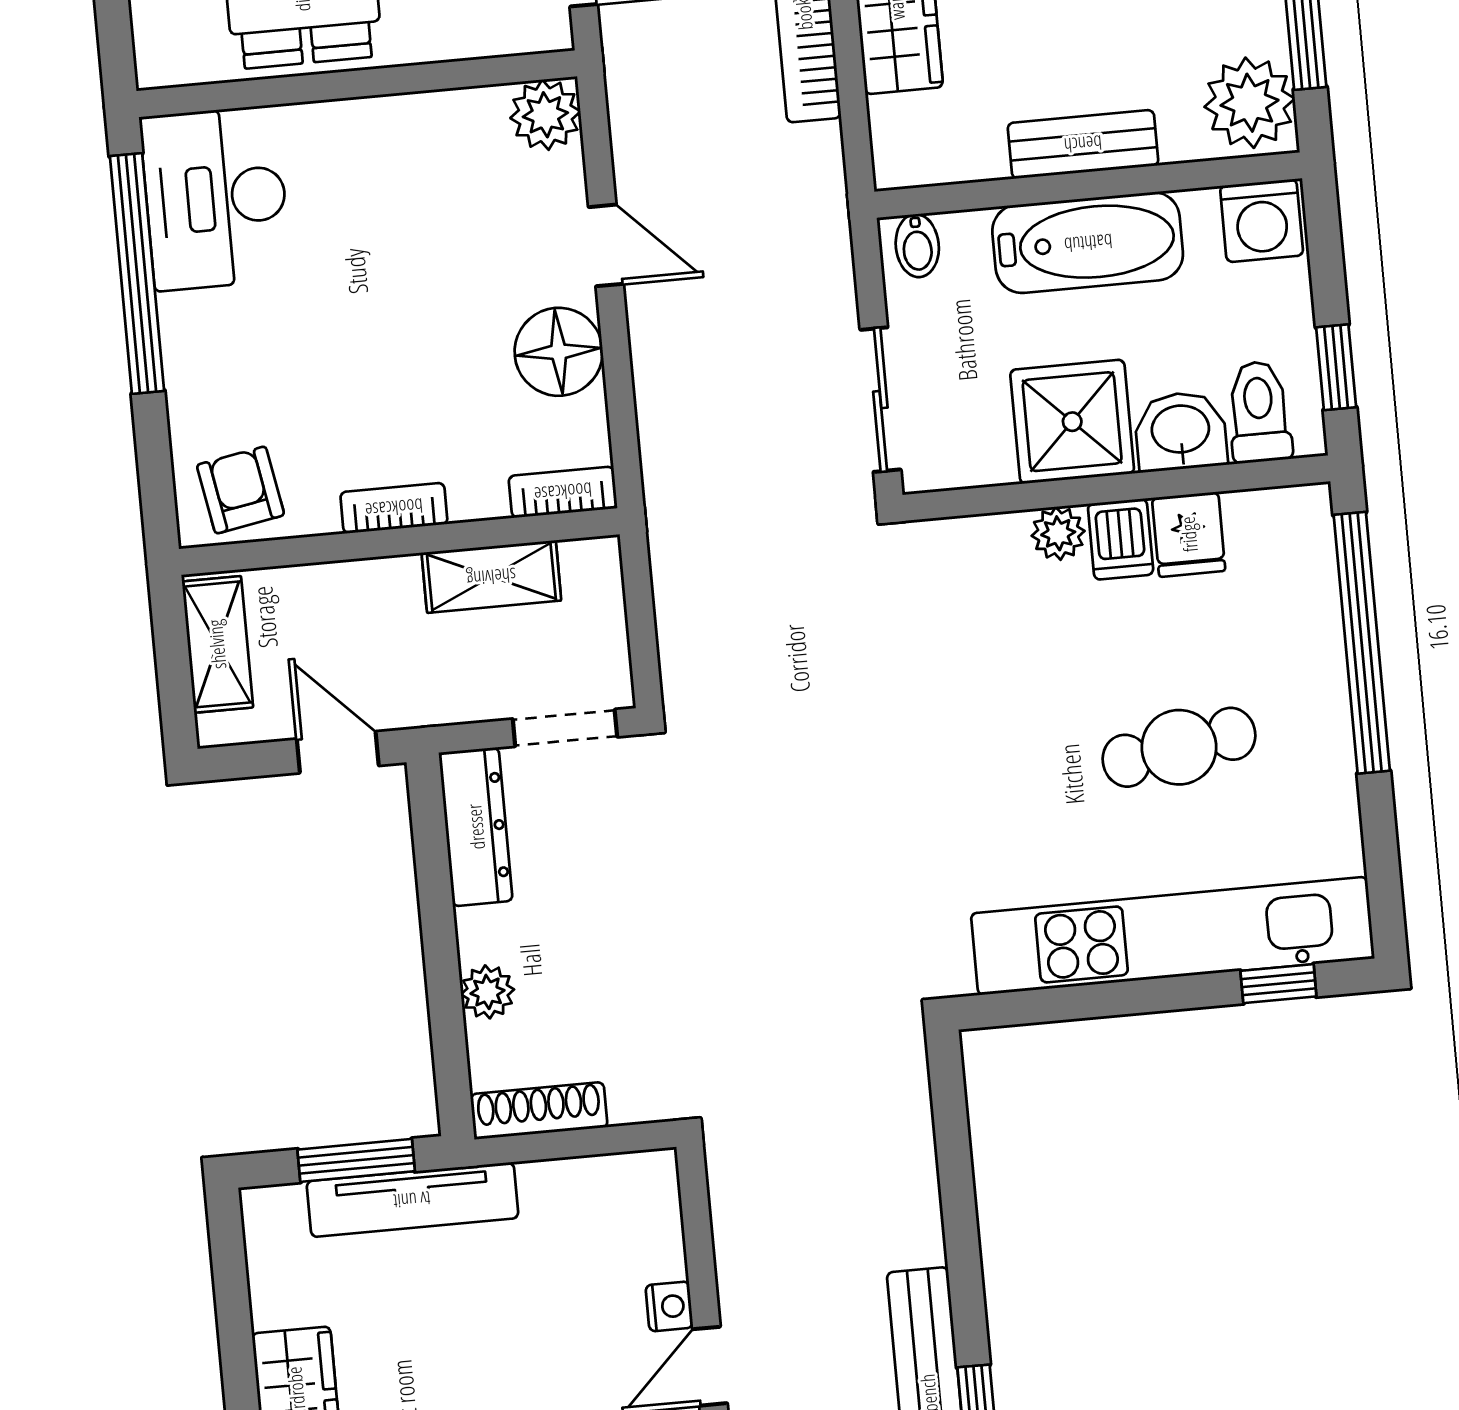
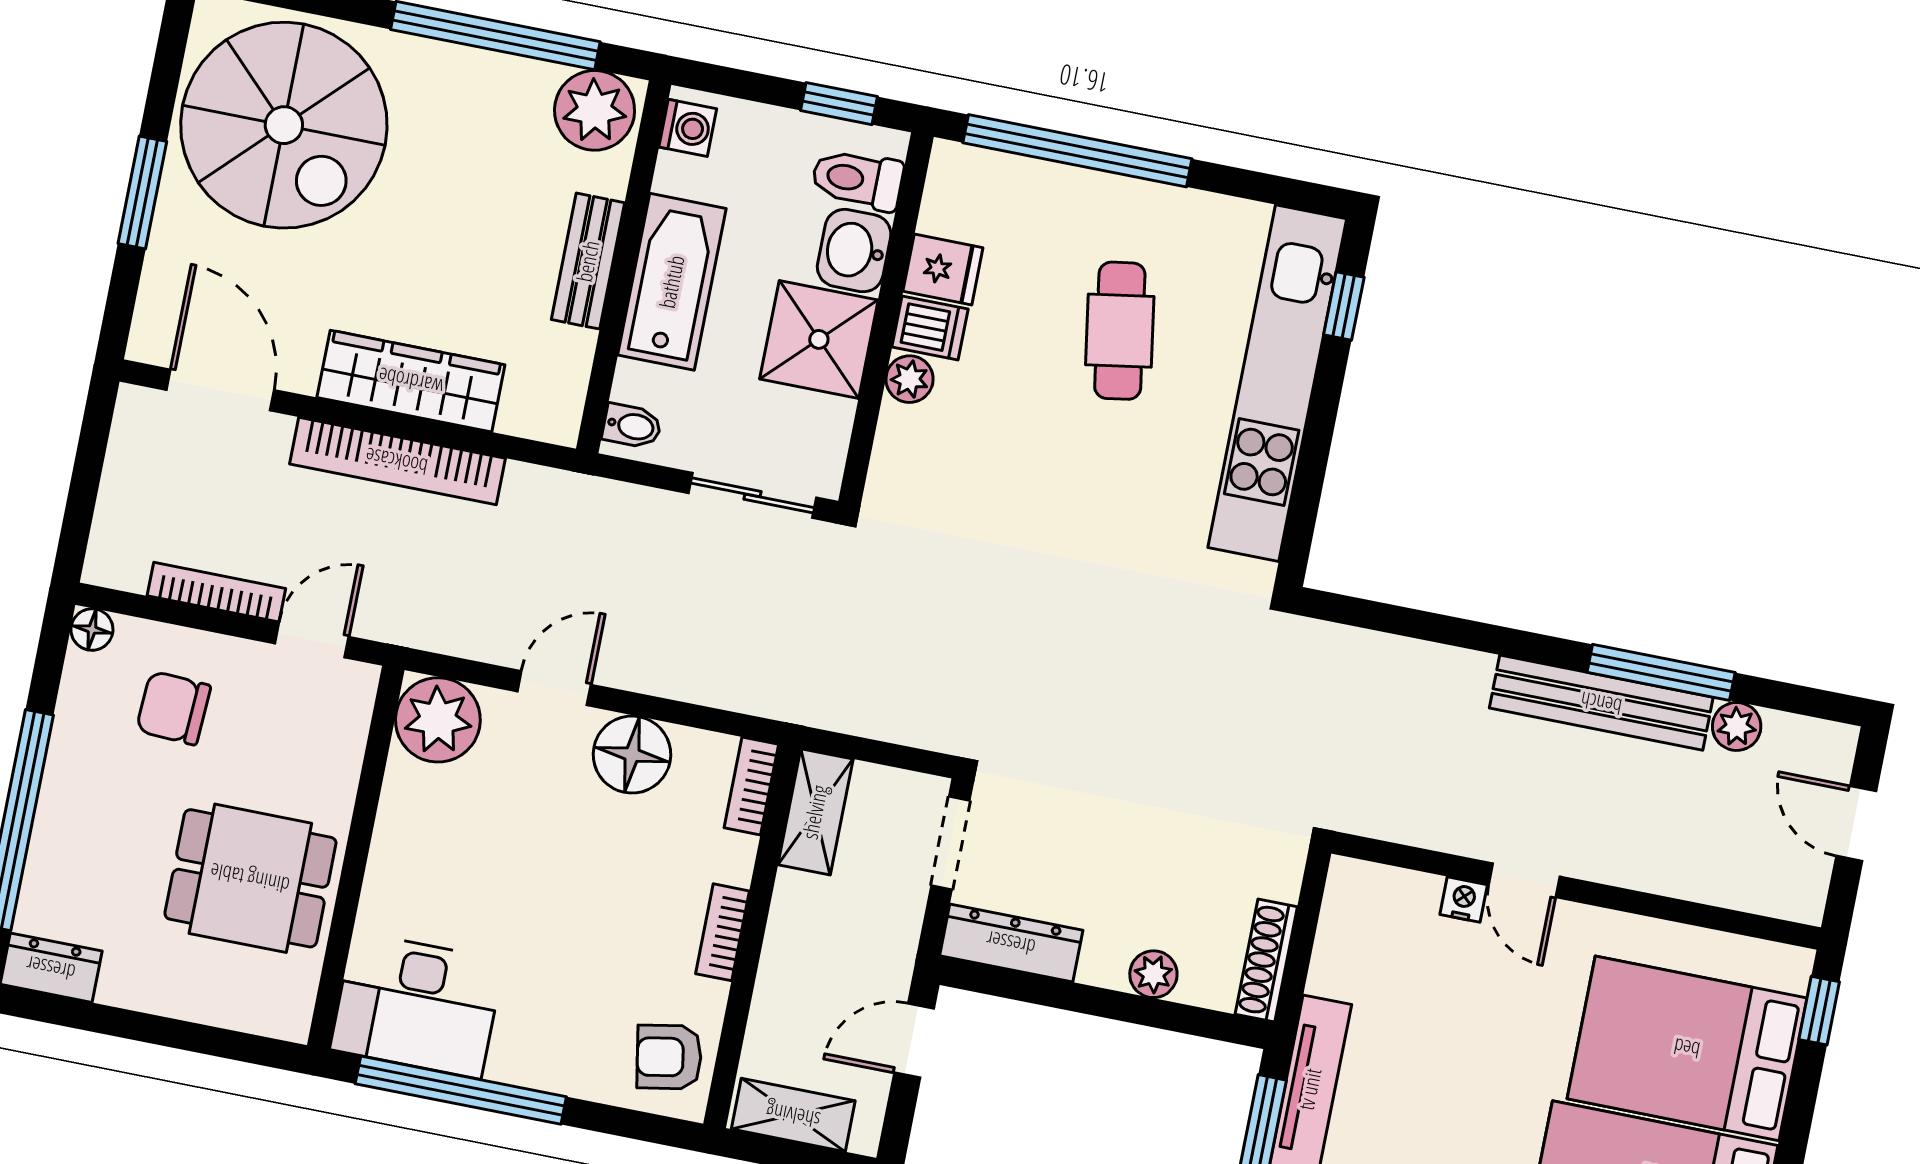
plant: (545, 115) -> (438, 720), width x1.36, depth x1.36
washing machine: (1262, 221) -> (688, 128), width x0.73, depth x0.73
shelving: (491, 577) -> (815, 812), moved

